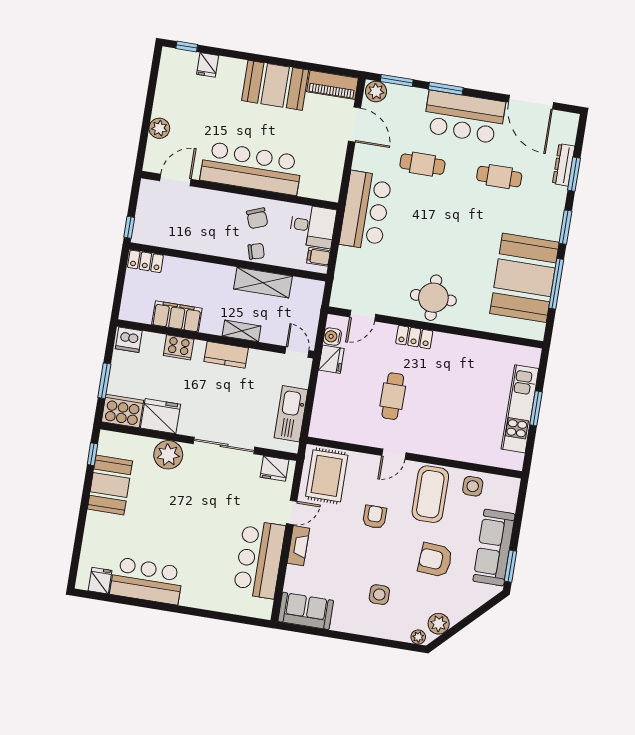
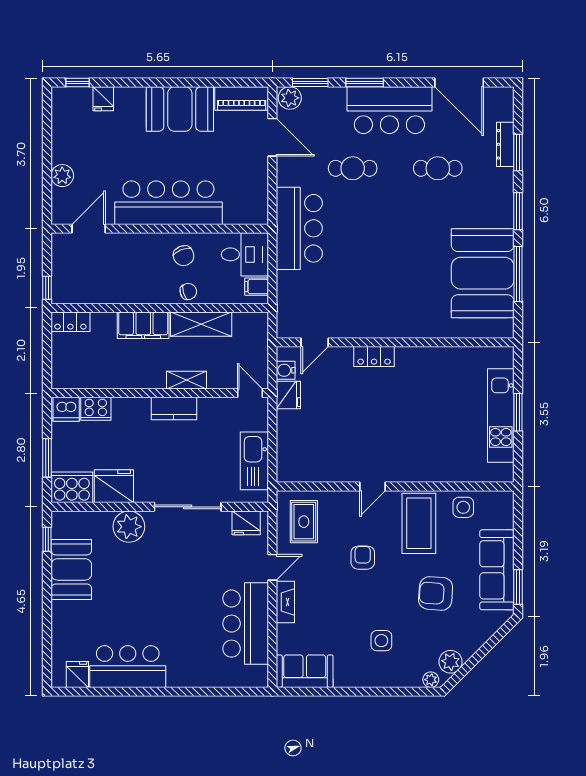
round table: (433, 298) -> (388, 311), removed
filing cabinet: (177, 316) -> (143, 325), moved, turned 180
cooker: (179, 347) -> (96, 409), moved
cafe table: (393, 396) -> (361, 424), removed
rug: (327, 476) -> (304, 522), width x0.73, depth x0.70

